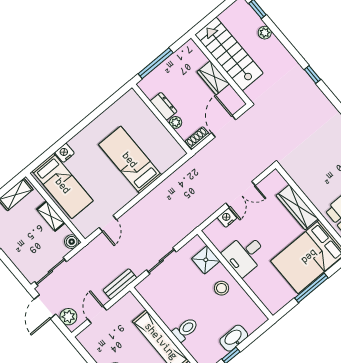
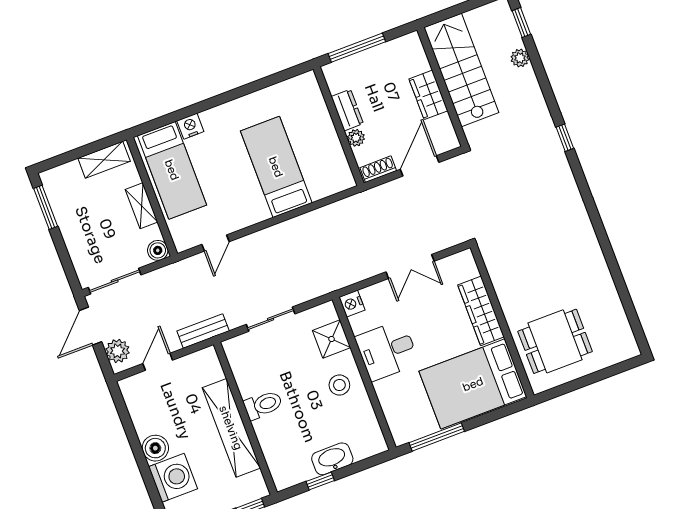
nightstand: (227, 218) -> (352, 304), moved, turned -90
window: (311, 288) -> (437, 437), moved
toilet: (185, 330) -> (263, 405), moved

